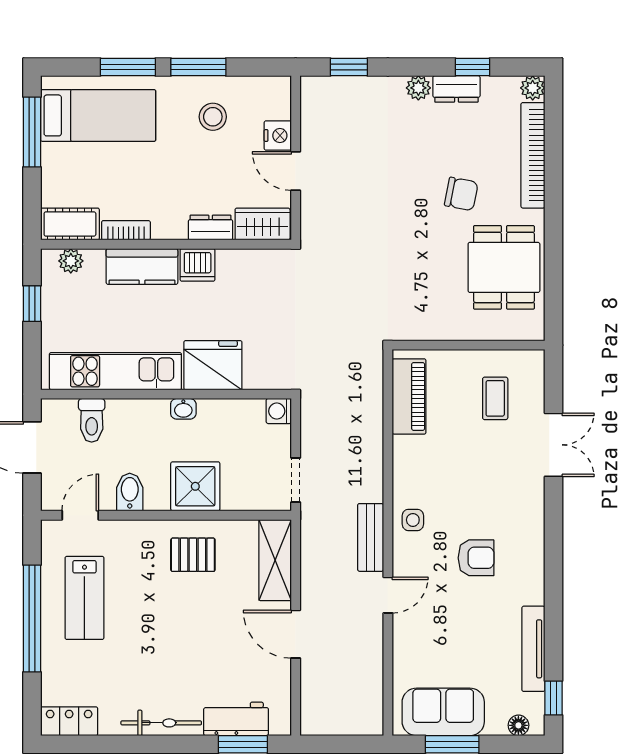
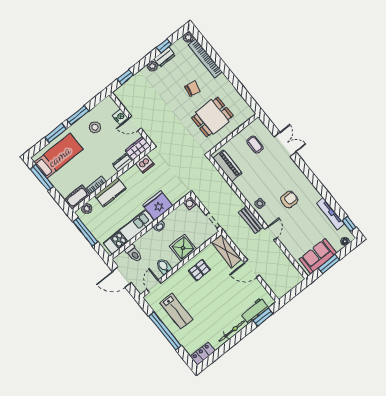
dishwasher: (198, 265) -> (145, 164), moved
dining table: (504, 267) -> (212, 117), moved, turned 90
window: (32, 304) -> (85, 232), width x2.17

